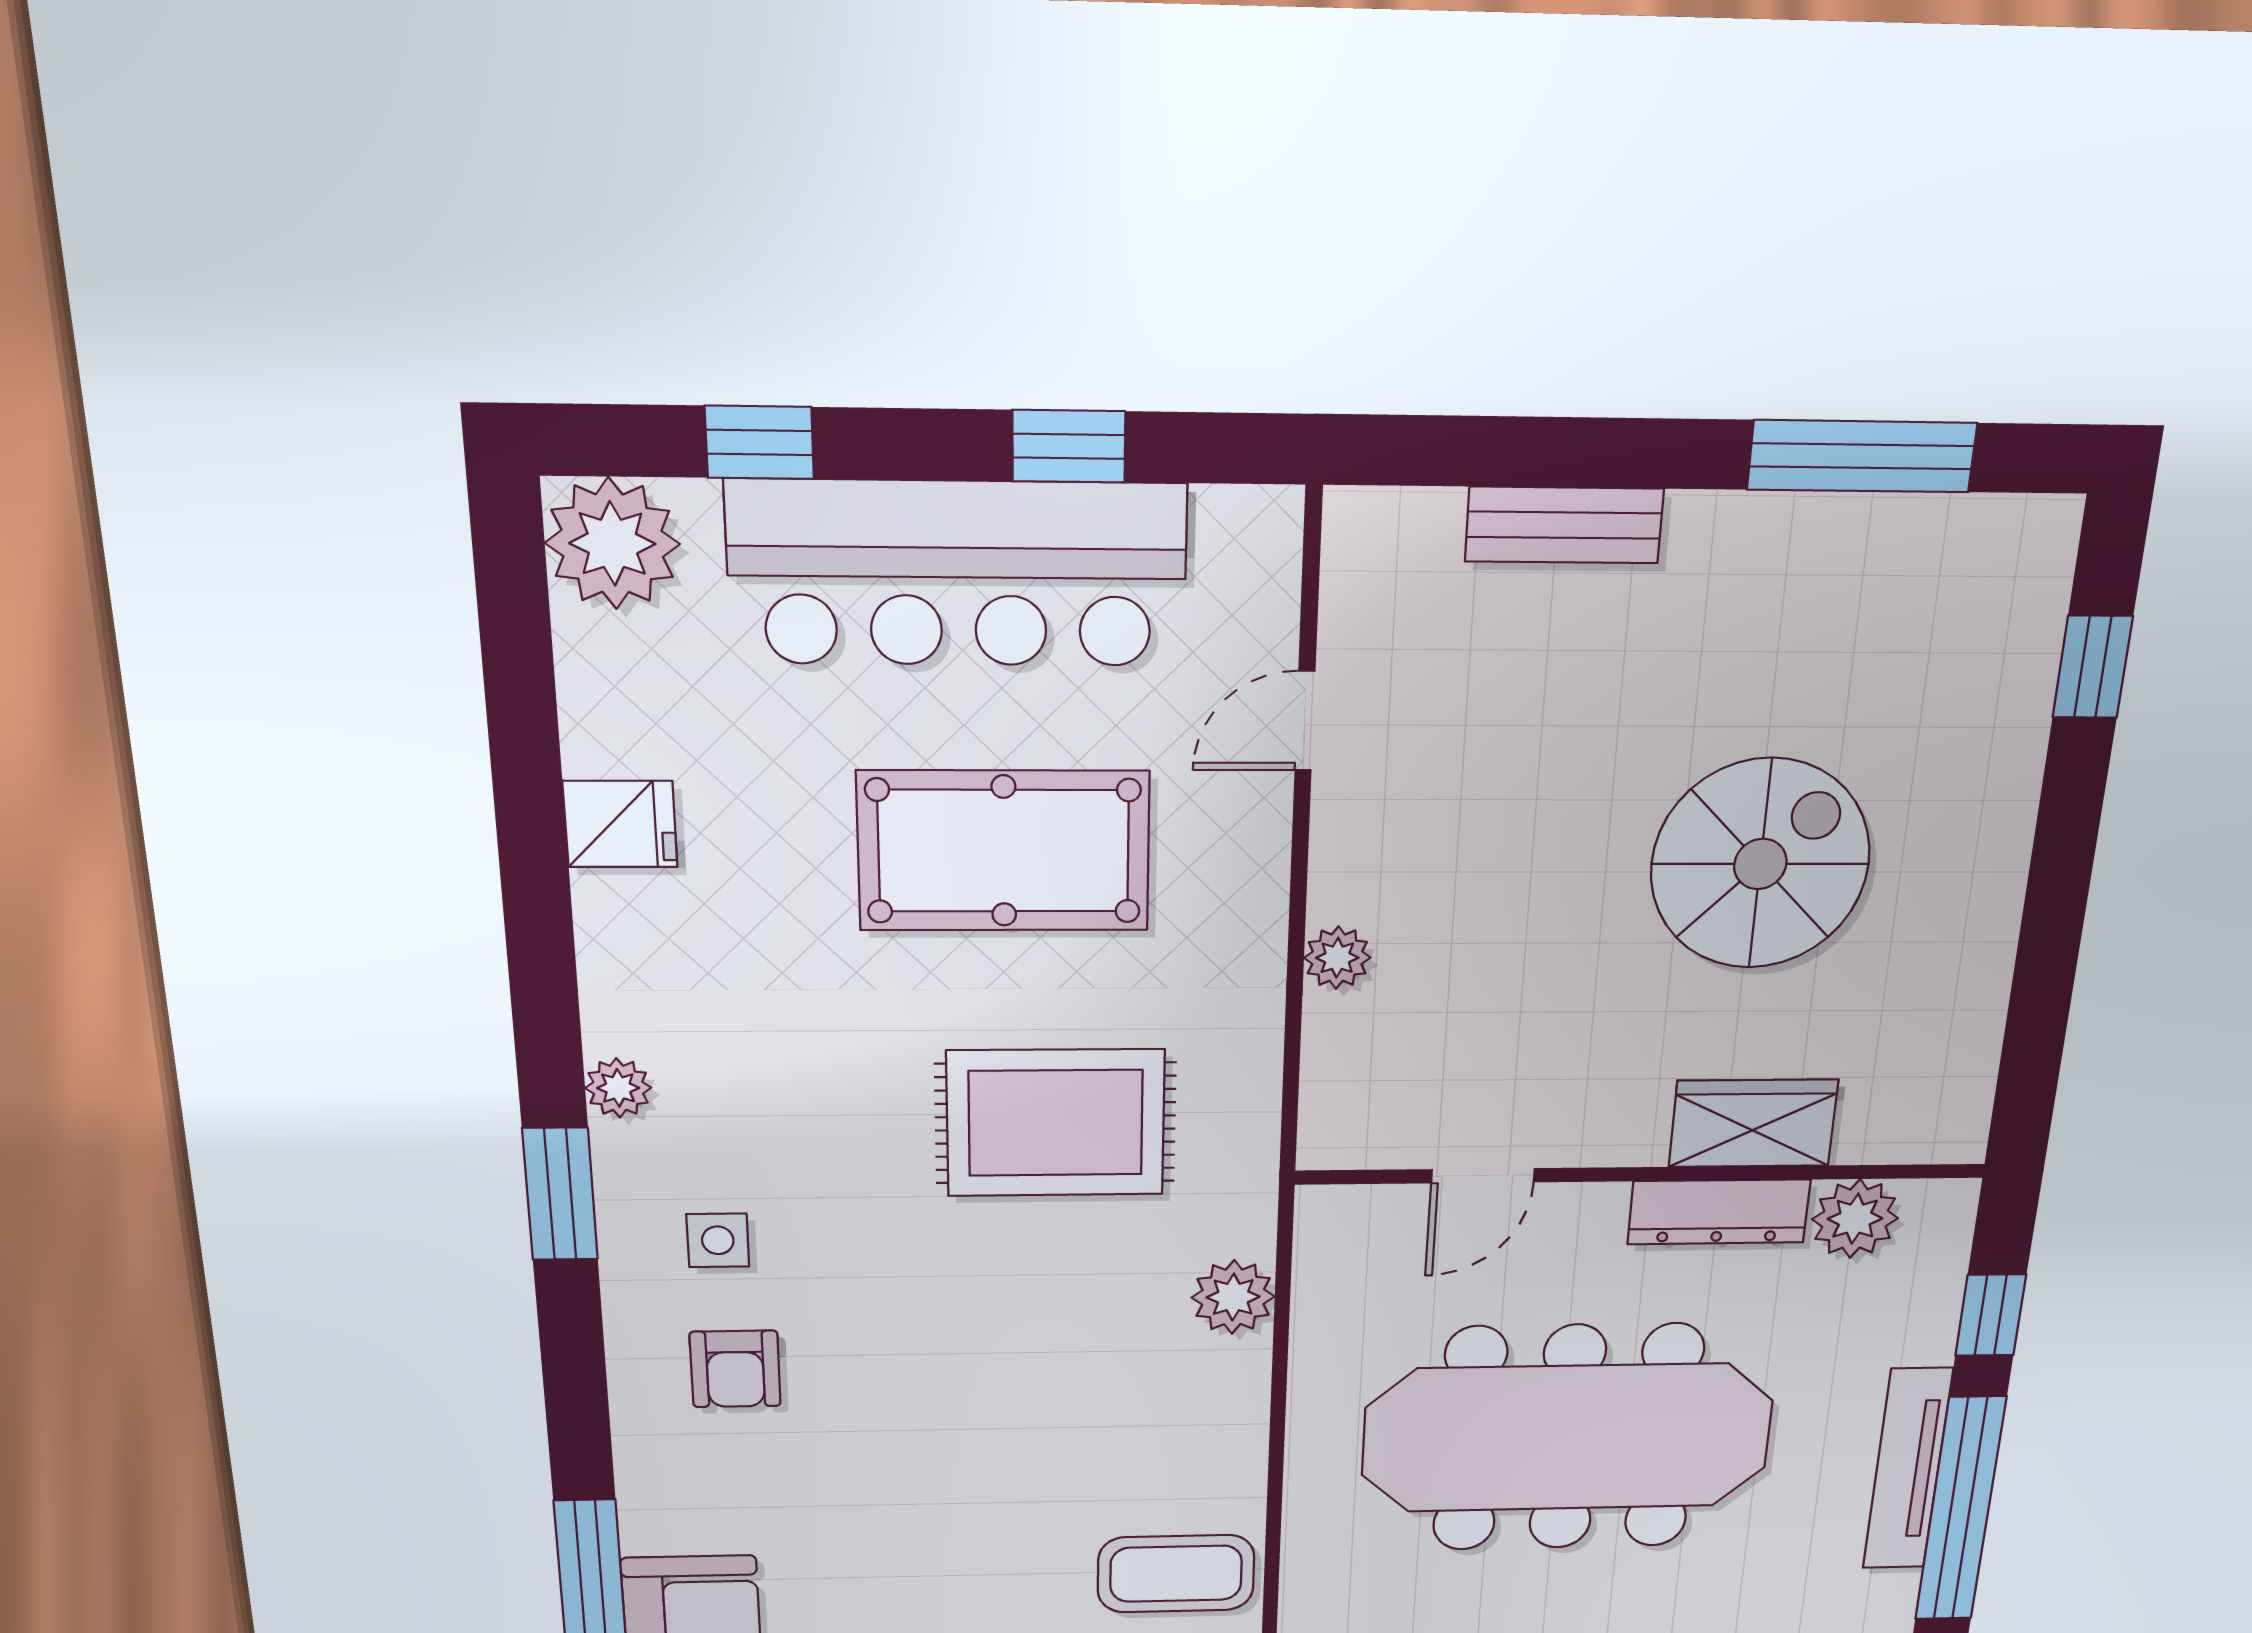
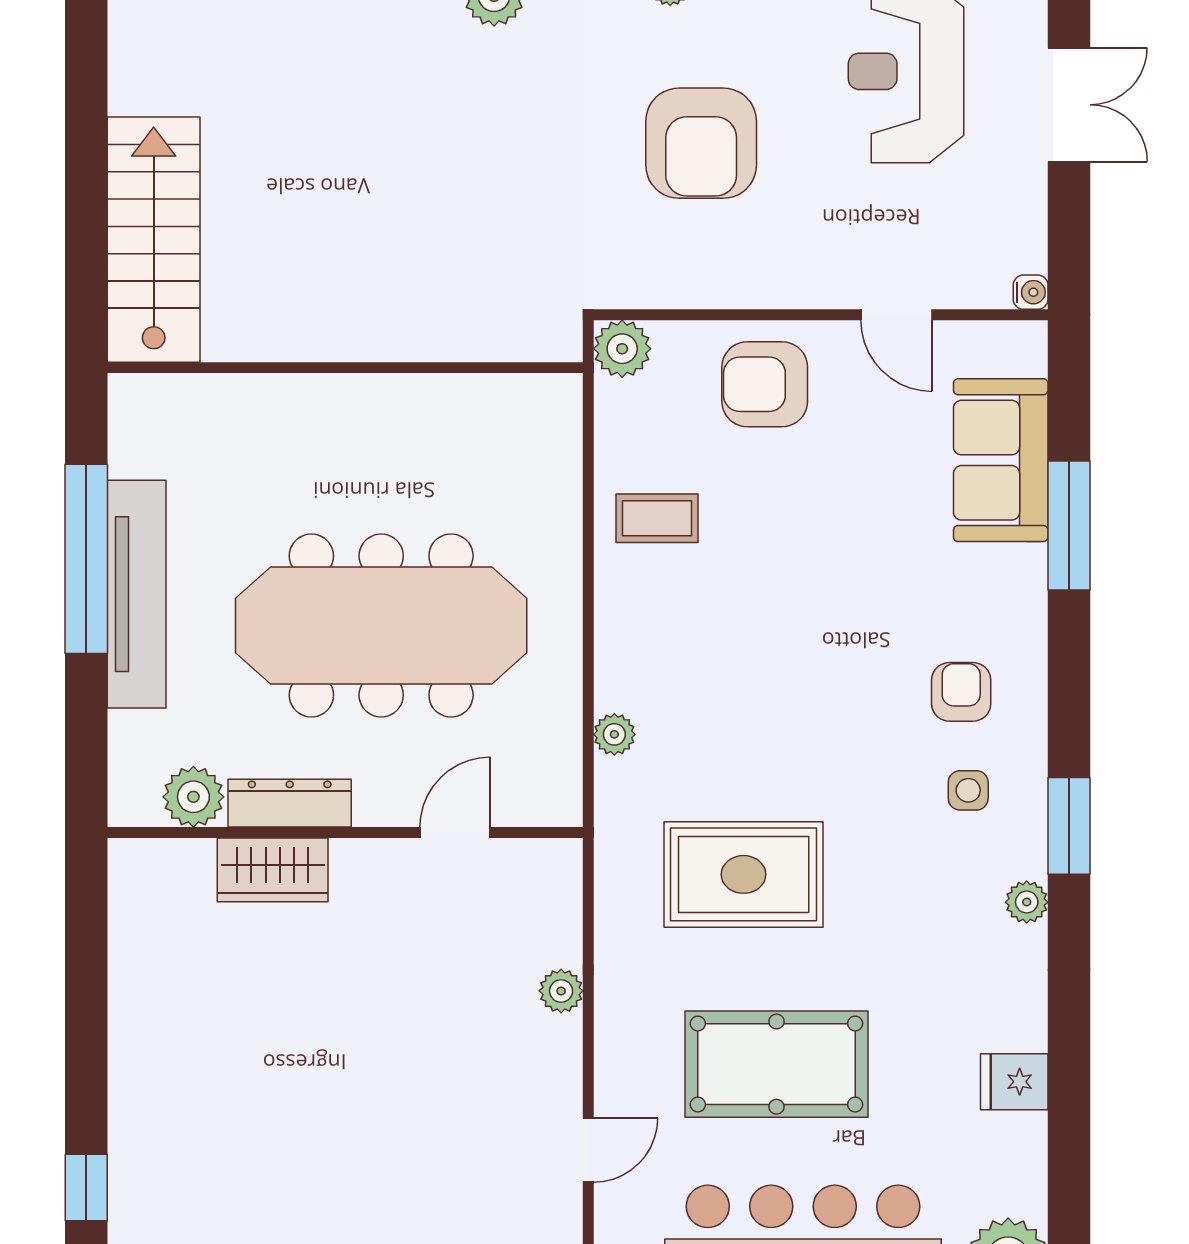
spiral stairs: (1760, 864) -> (288, 1055), removed
plant: (1233, 1297) -> (614, 734), width x0.73, depth x0.73
window: (1991, 1315) -> (86, 719), removed
tv unit: (1908, 1469) -> (137, 594), width x1.36, depth x1.29
coffee table: (1176, 1574) -> (657, 518), width x0.73, depth x0.77

